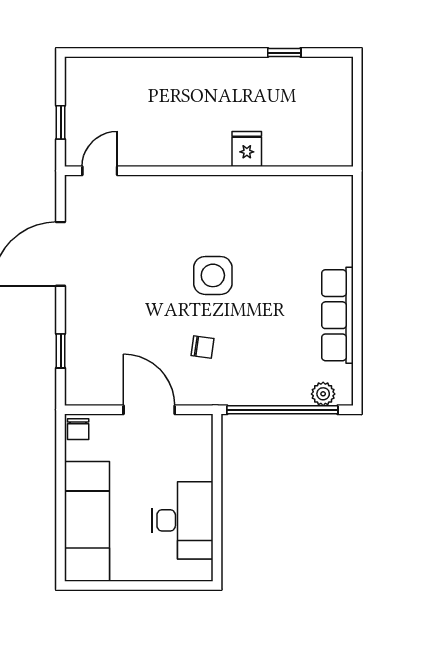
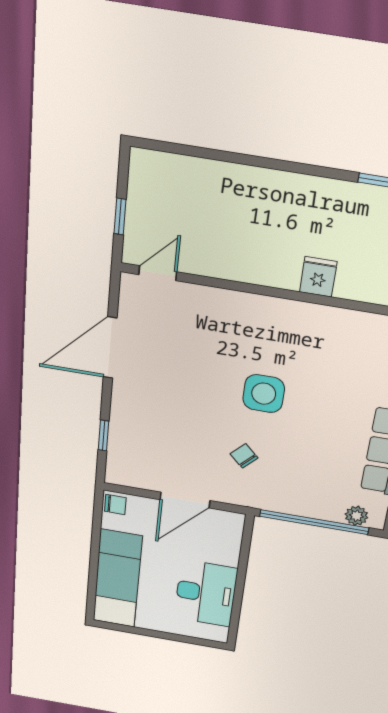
chair: (202, 347) -> (244, 456), turned -144
door: (149, 410) -> (185, 500), swing flipped
chair: (78, 429) -> (115, 505), turned -90

